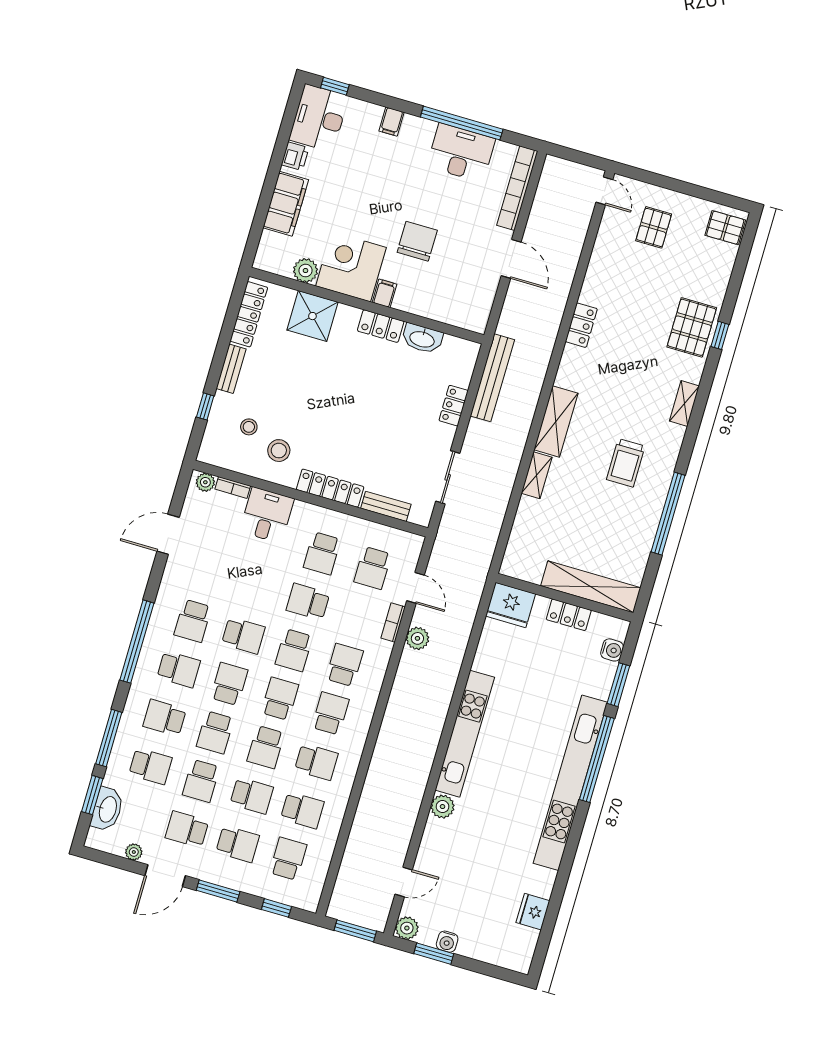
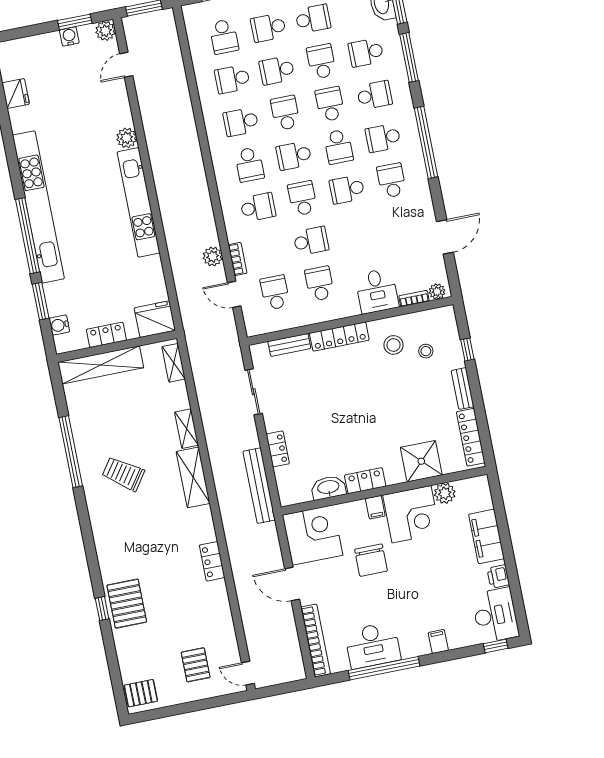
corner desk: (464, 298) -> (312, 535), added
shelving: (684, 404) -> (174, 363), moved
trolley: (626, 463) -> (123, 474), turned -55
school desk: (344, 665) -> (258, 207), turned -90
school desk: (280, 699) -> (294, 156), turned 90

